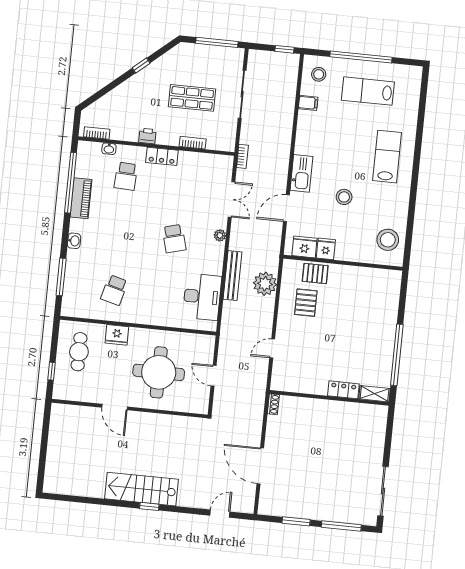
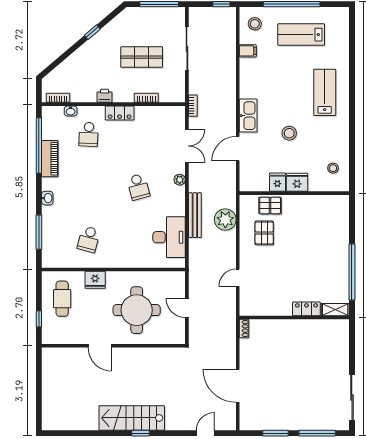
stool: (388, 240) -> (333, 168), width x0.53, depth x0.53
fridge: (304, 247) -> (297, 182), moved

